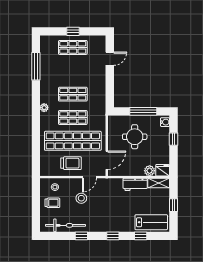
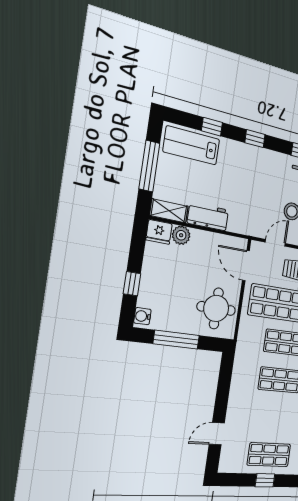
round table: (135, 137) -> (216, 308), moved
door: (107, 160) -> (246, 266), hinge flipped
window: (174, 205) -> (149, 166), width x2.17

